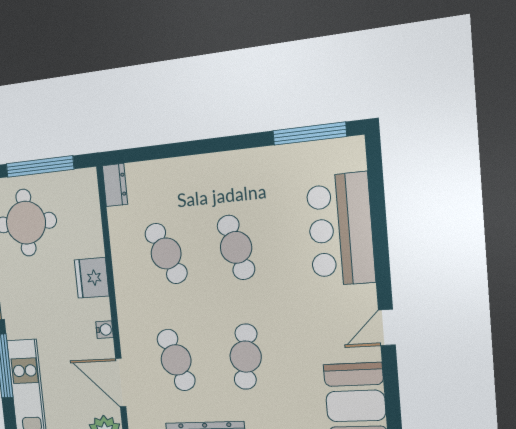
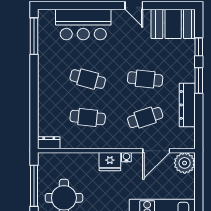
cafe table: (236, 247) -> (88, 79), turned 30
cafe table: (166, 253) -> (88, 118), turned 30
fridge: (92, 278) -> (110, 162), moved

